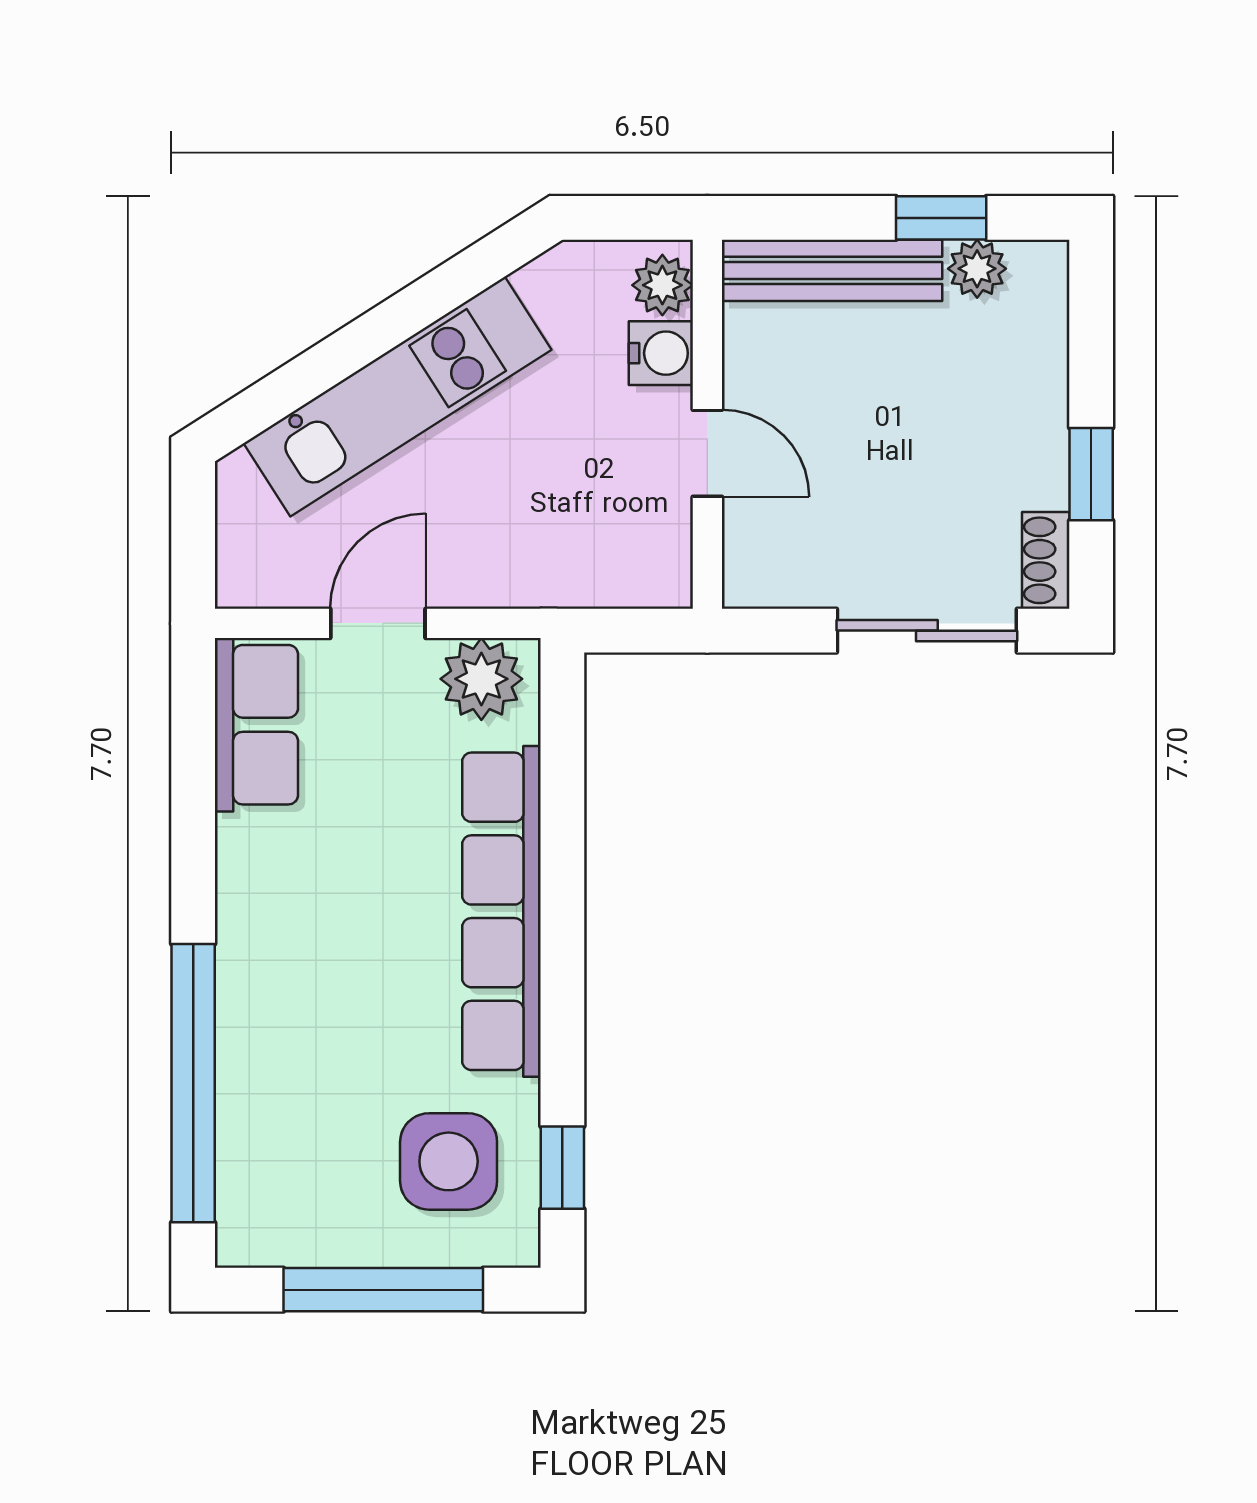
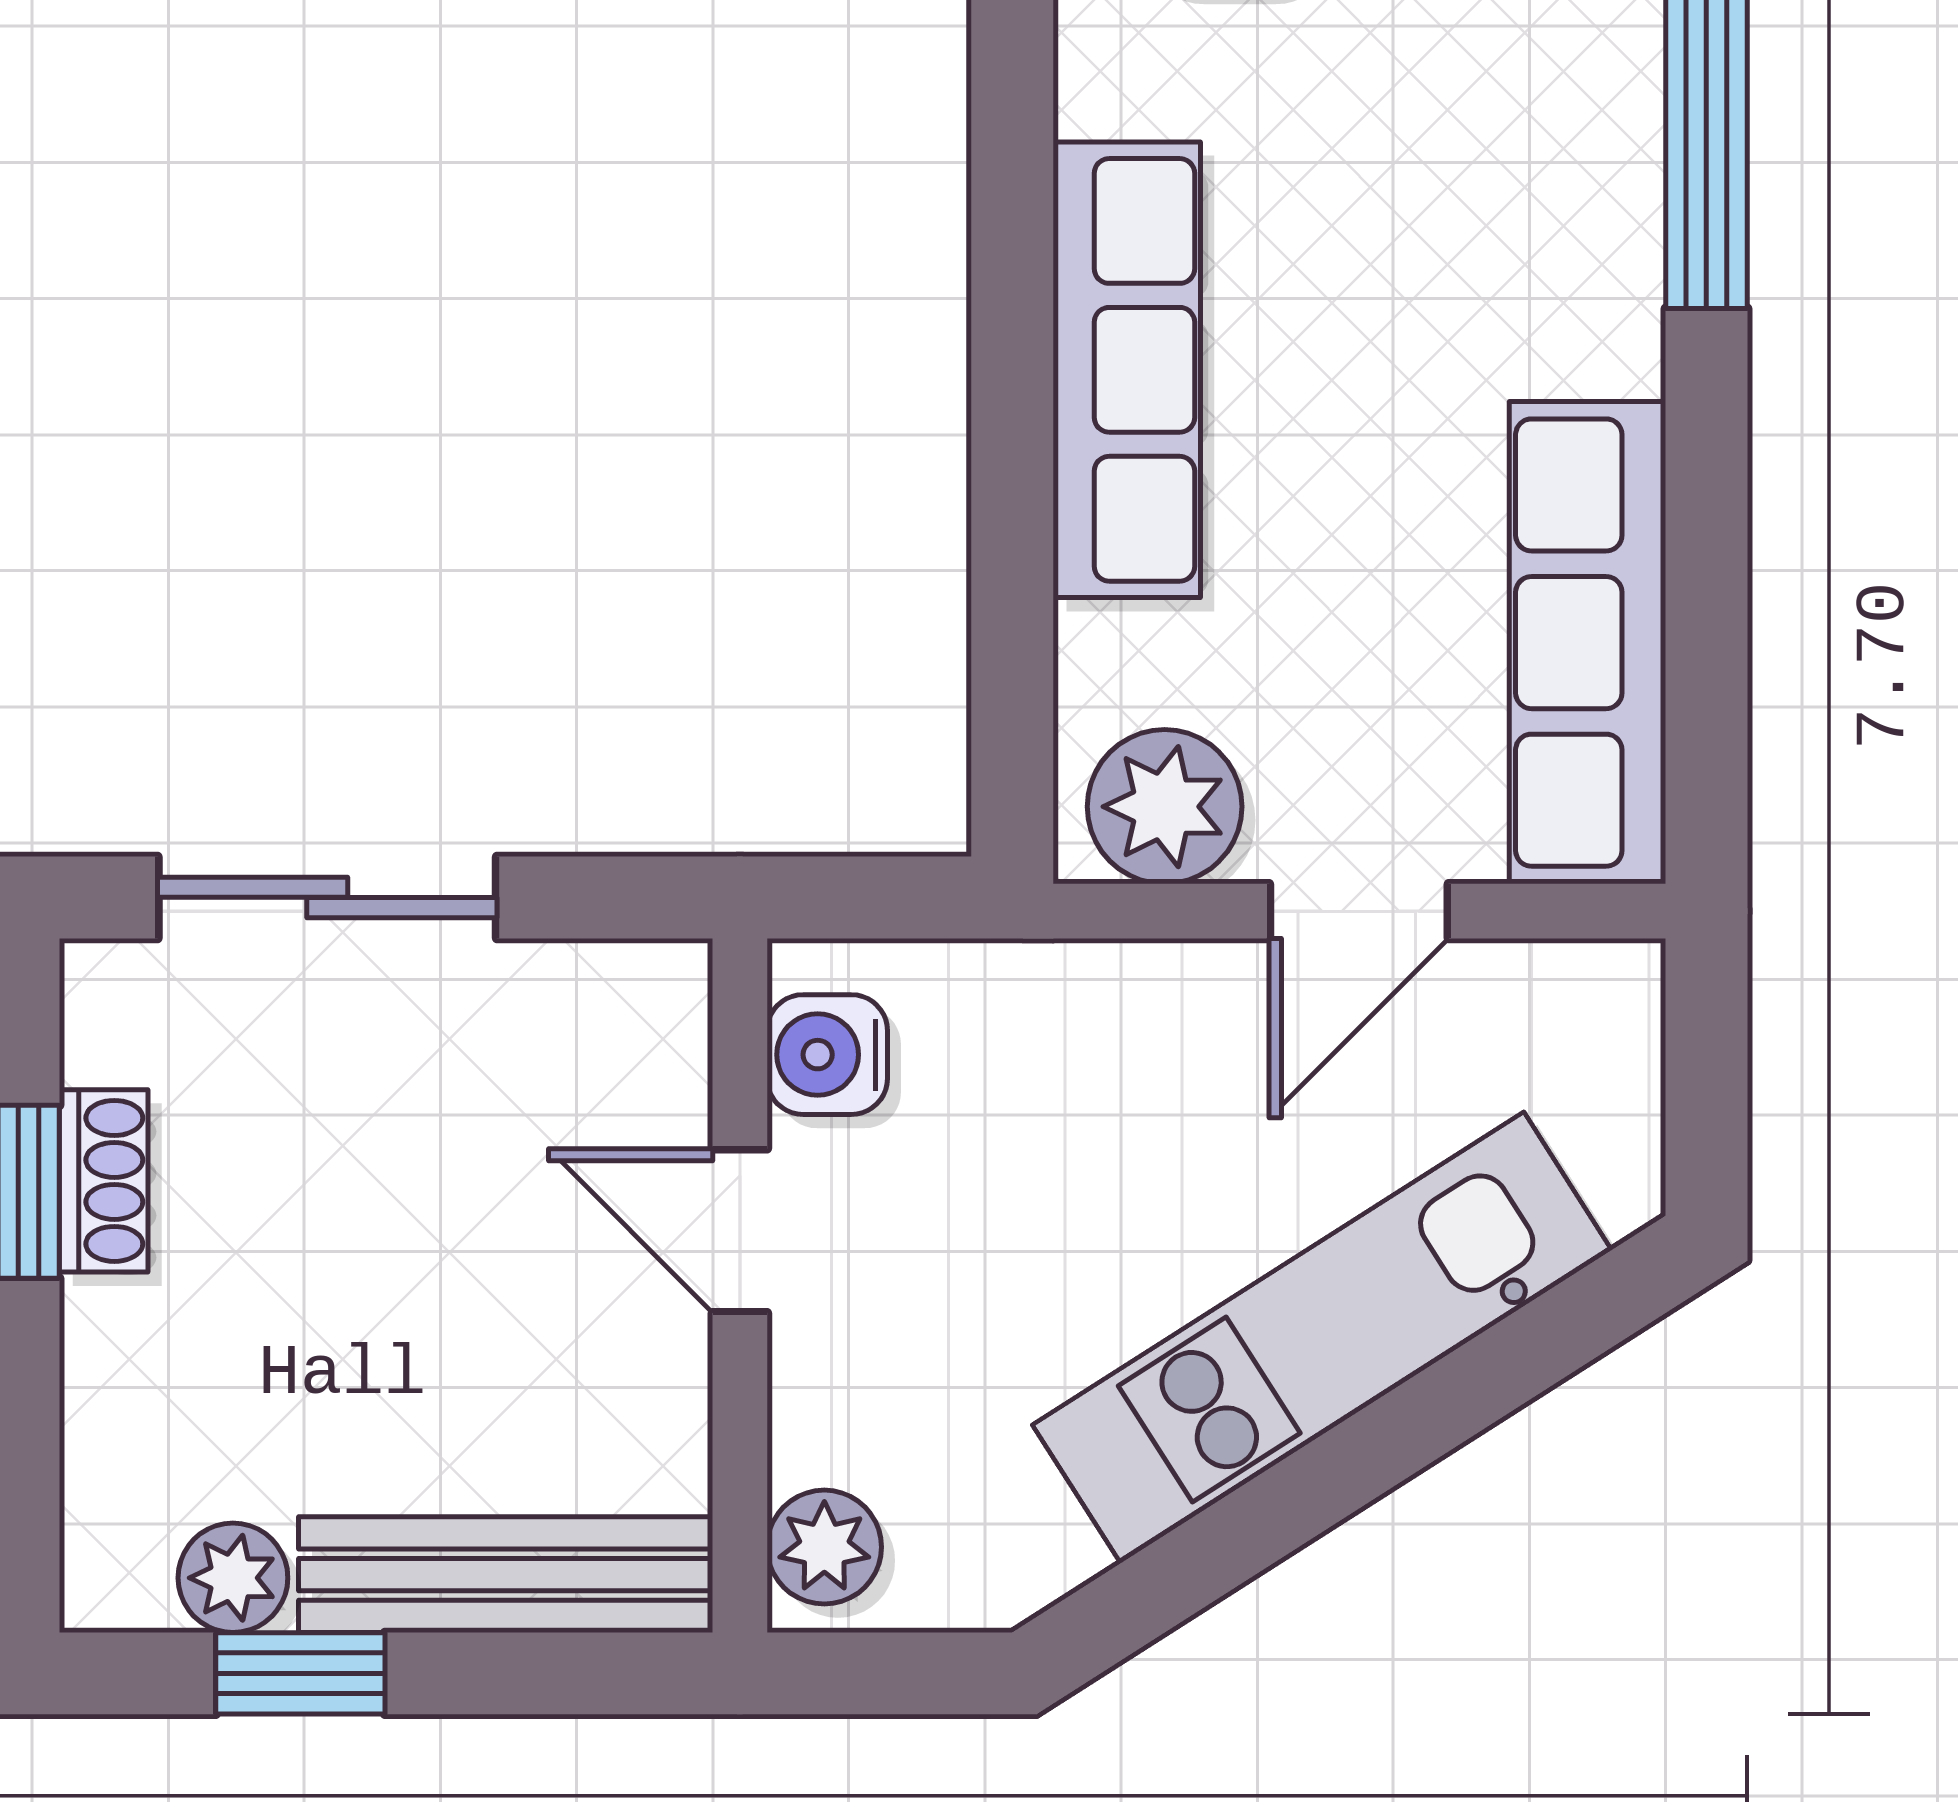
water cooler: (661, 353) -> (827, 1055), moved
shoe rack: (1046, 560) -> (104, 1181), moved
row of seats: (256, 725) -> (1588, 643), width x1.48
row of seats: (501, 911) -> (1127, 370), width x0.73

